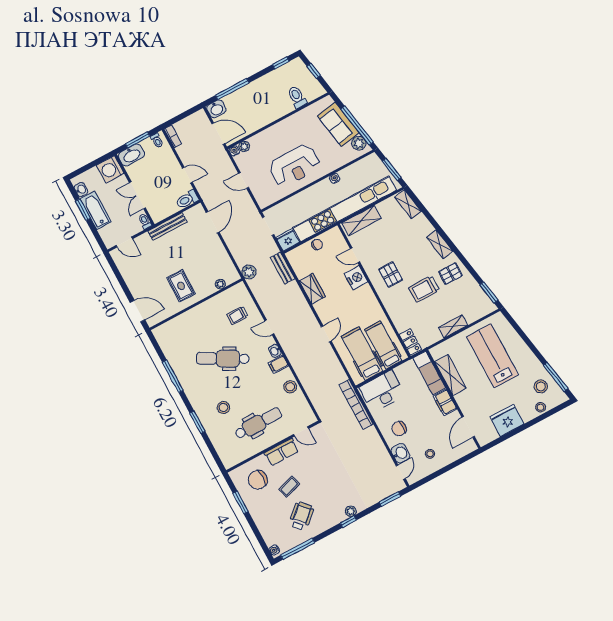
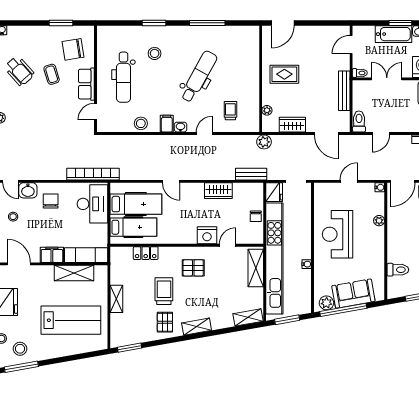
plant: (244, 146) -> (379, 221), moved
wardrobe: (221, 256) -> (292, 125), added
locker: (410, 342) -> (146, 253), moved
chair: (258, 480) -> (73, 49), turned -99

